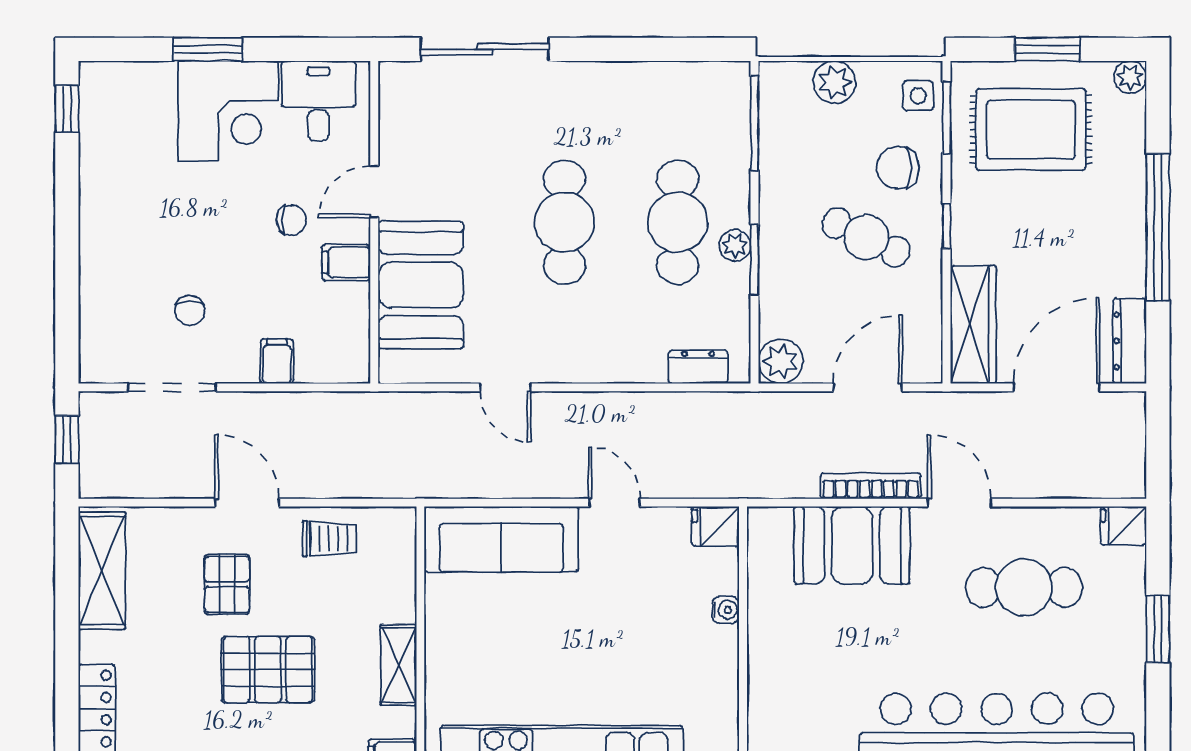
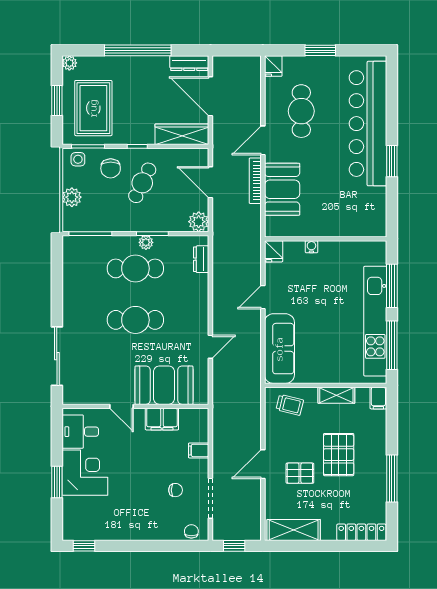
chair: (291, 220) -> (191, 531), moved
filing cabinet: (346, 263) -> (162, 419), width x2.00
trolley: (330, 539) -> (290, 405), moved, turned 104

